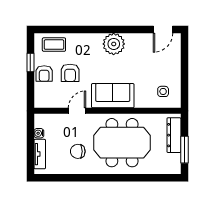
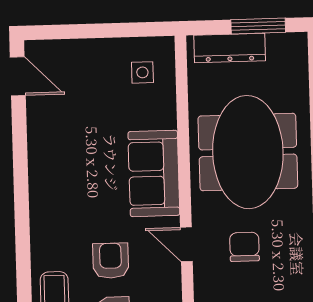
plant: (114, 44) -> (50, 175), removed
armchair: (70, 73) -> (111, 261), turned -90
chair: (78, 151) -> (244, 247), moved, turned 180

